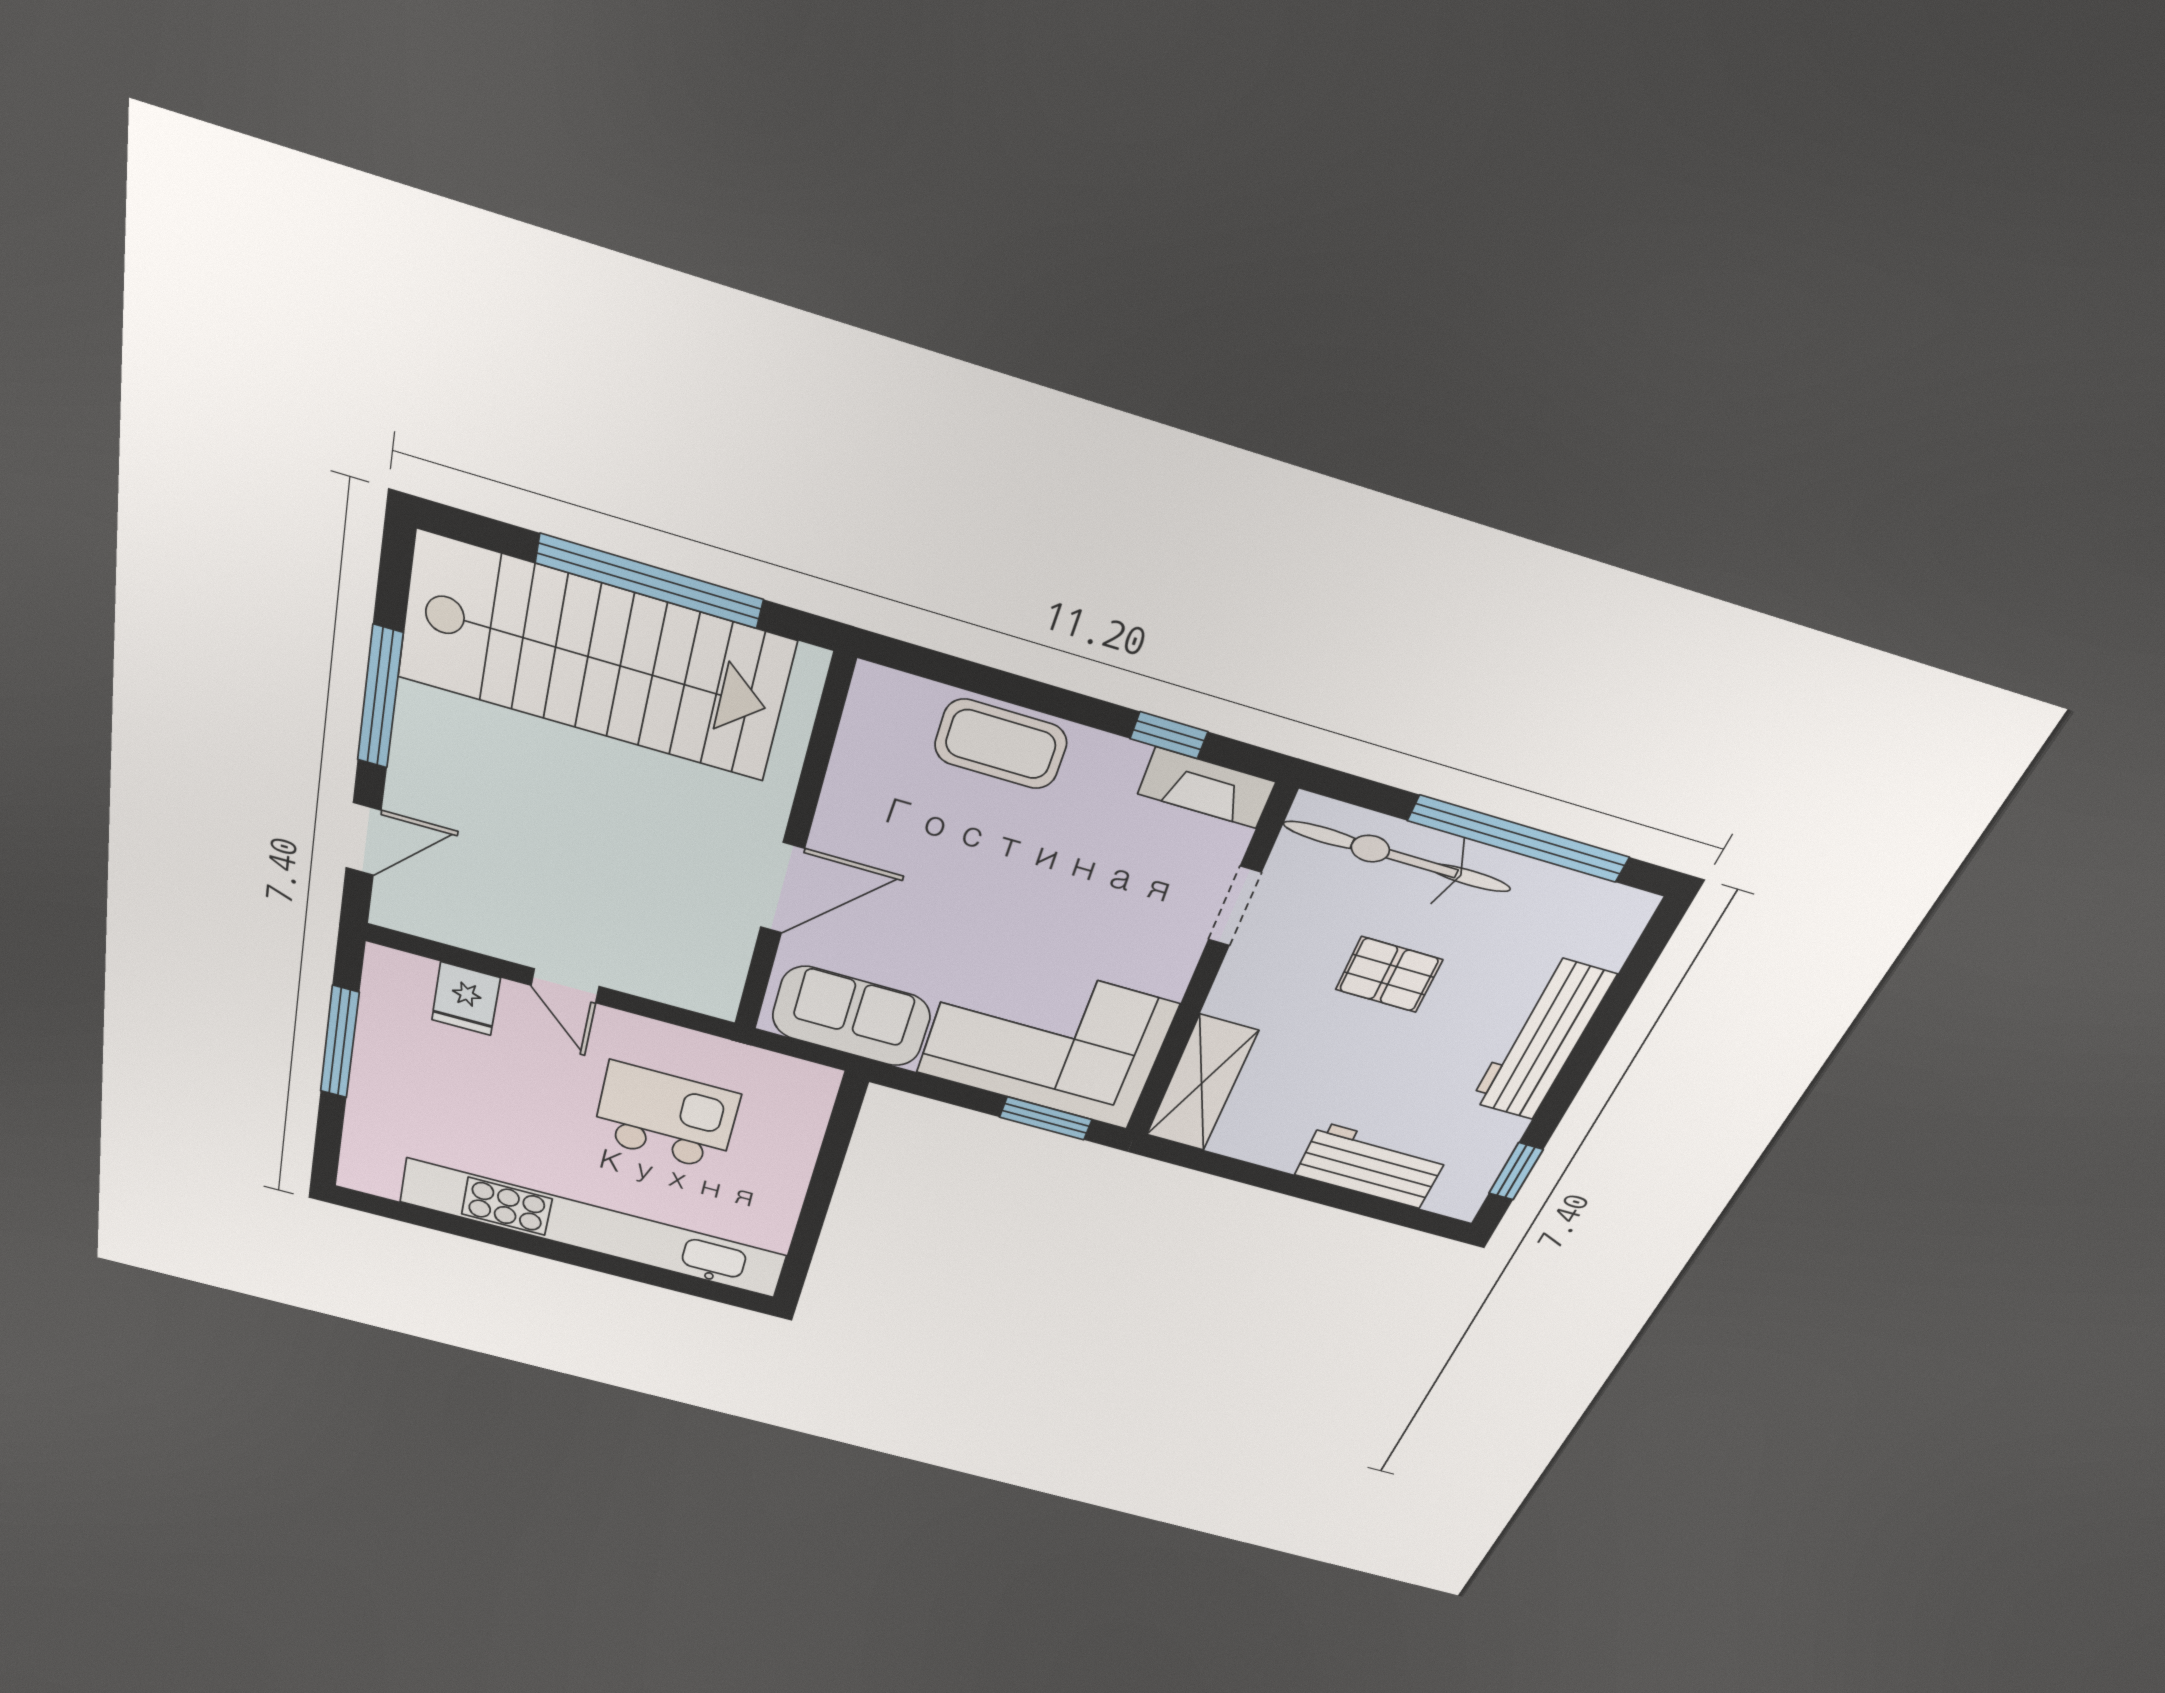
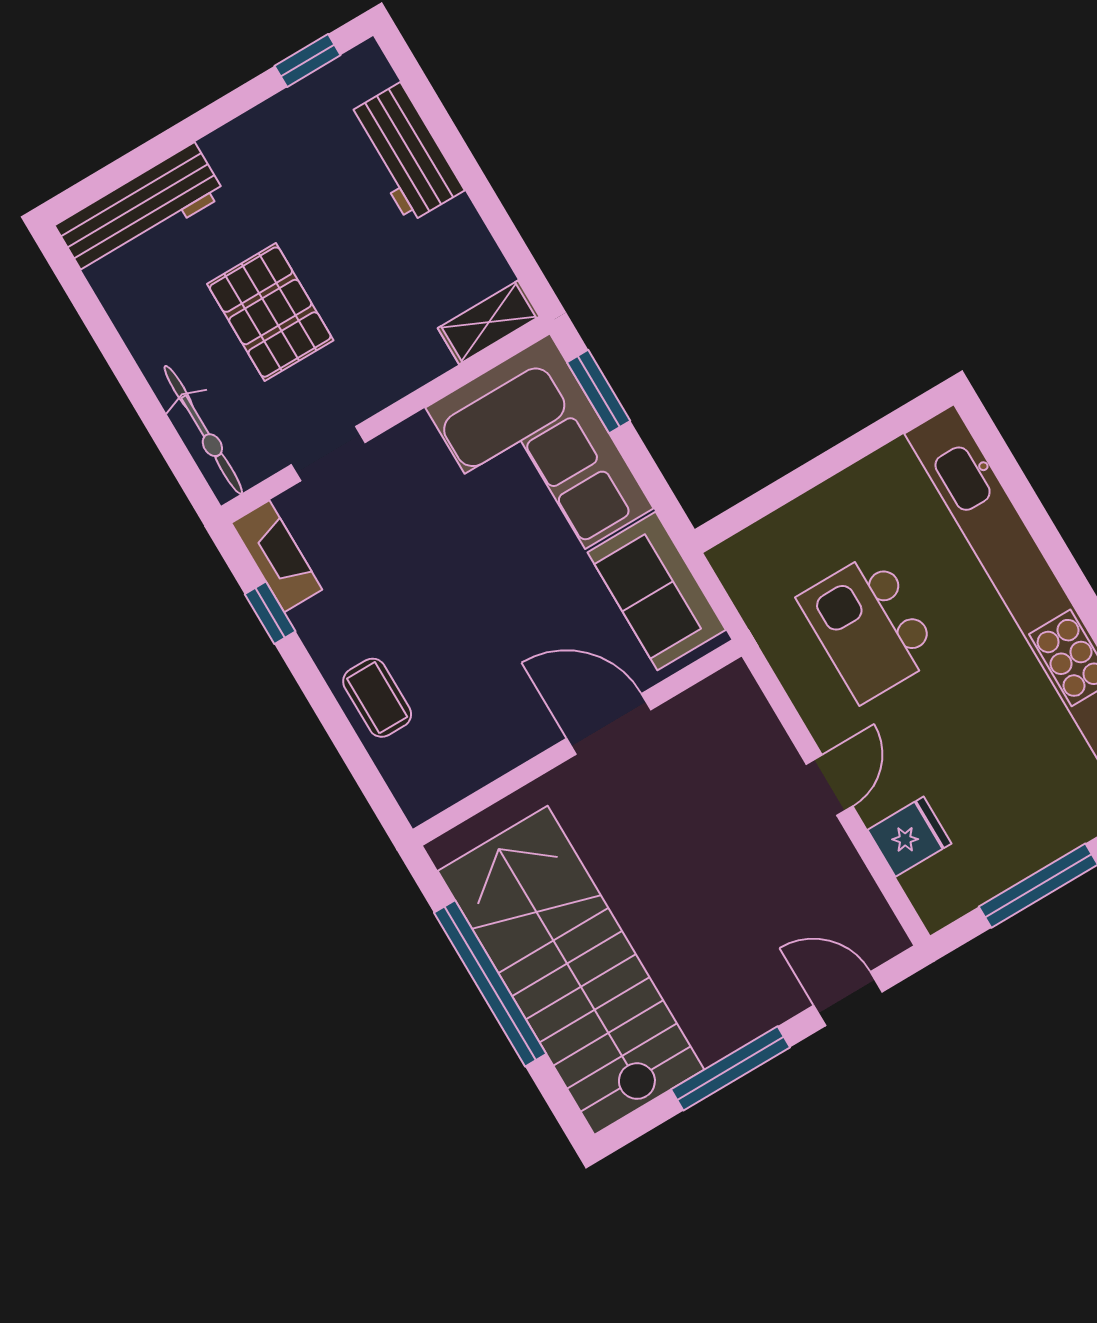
coffee table: (1001, 744) -> (377, 698), width x0.73, depth x0.77
window: (1519, 839) -> (114, 350), removed
bicycle: (1398, 857) -> (203, 430), width x0.73, depth x0.71
pallet: (1389, 975) -> (270, 312), width x1.50, depth x1.42
workbench: (1542, 1039) -> (140, 210), moved
shelving: (1202, 1083) -> (489, 322), width x0.67, depth x0.75

